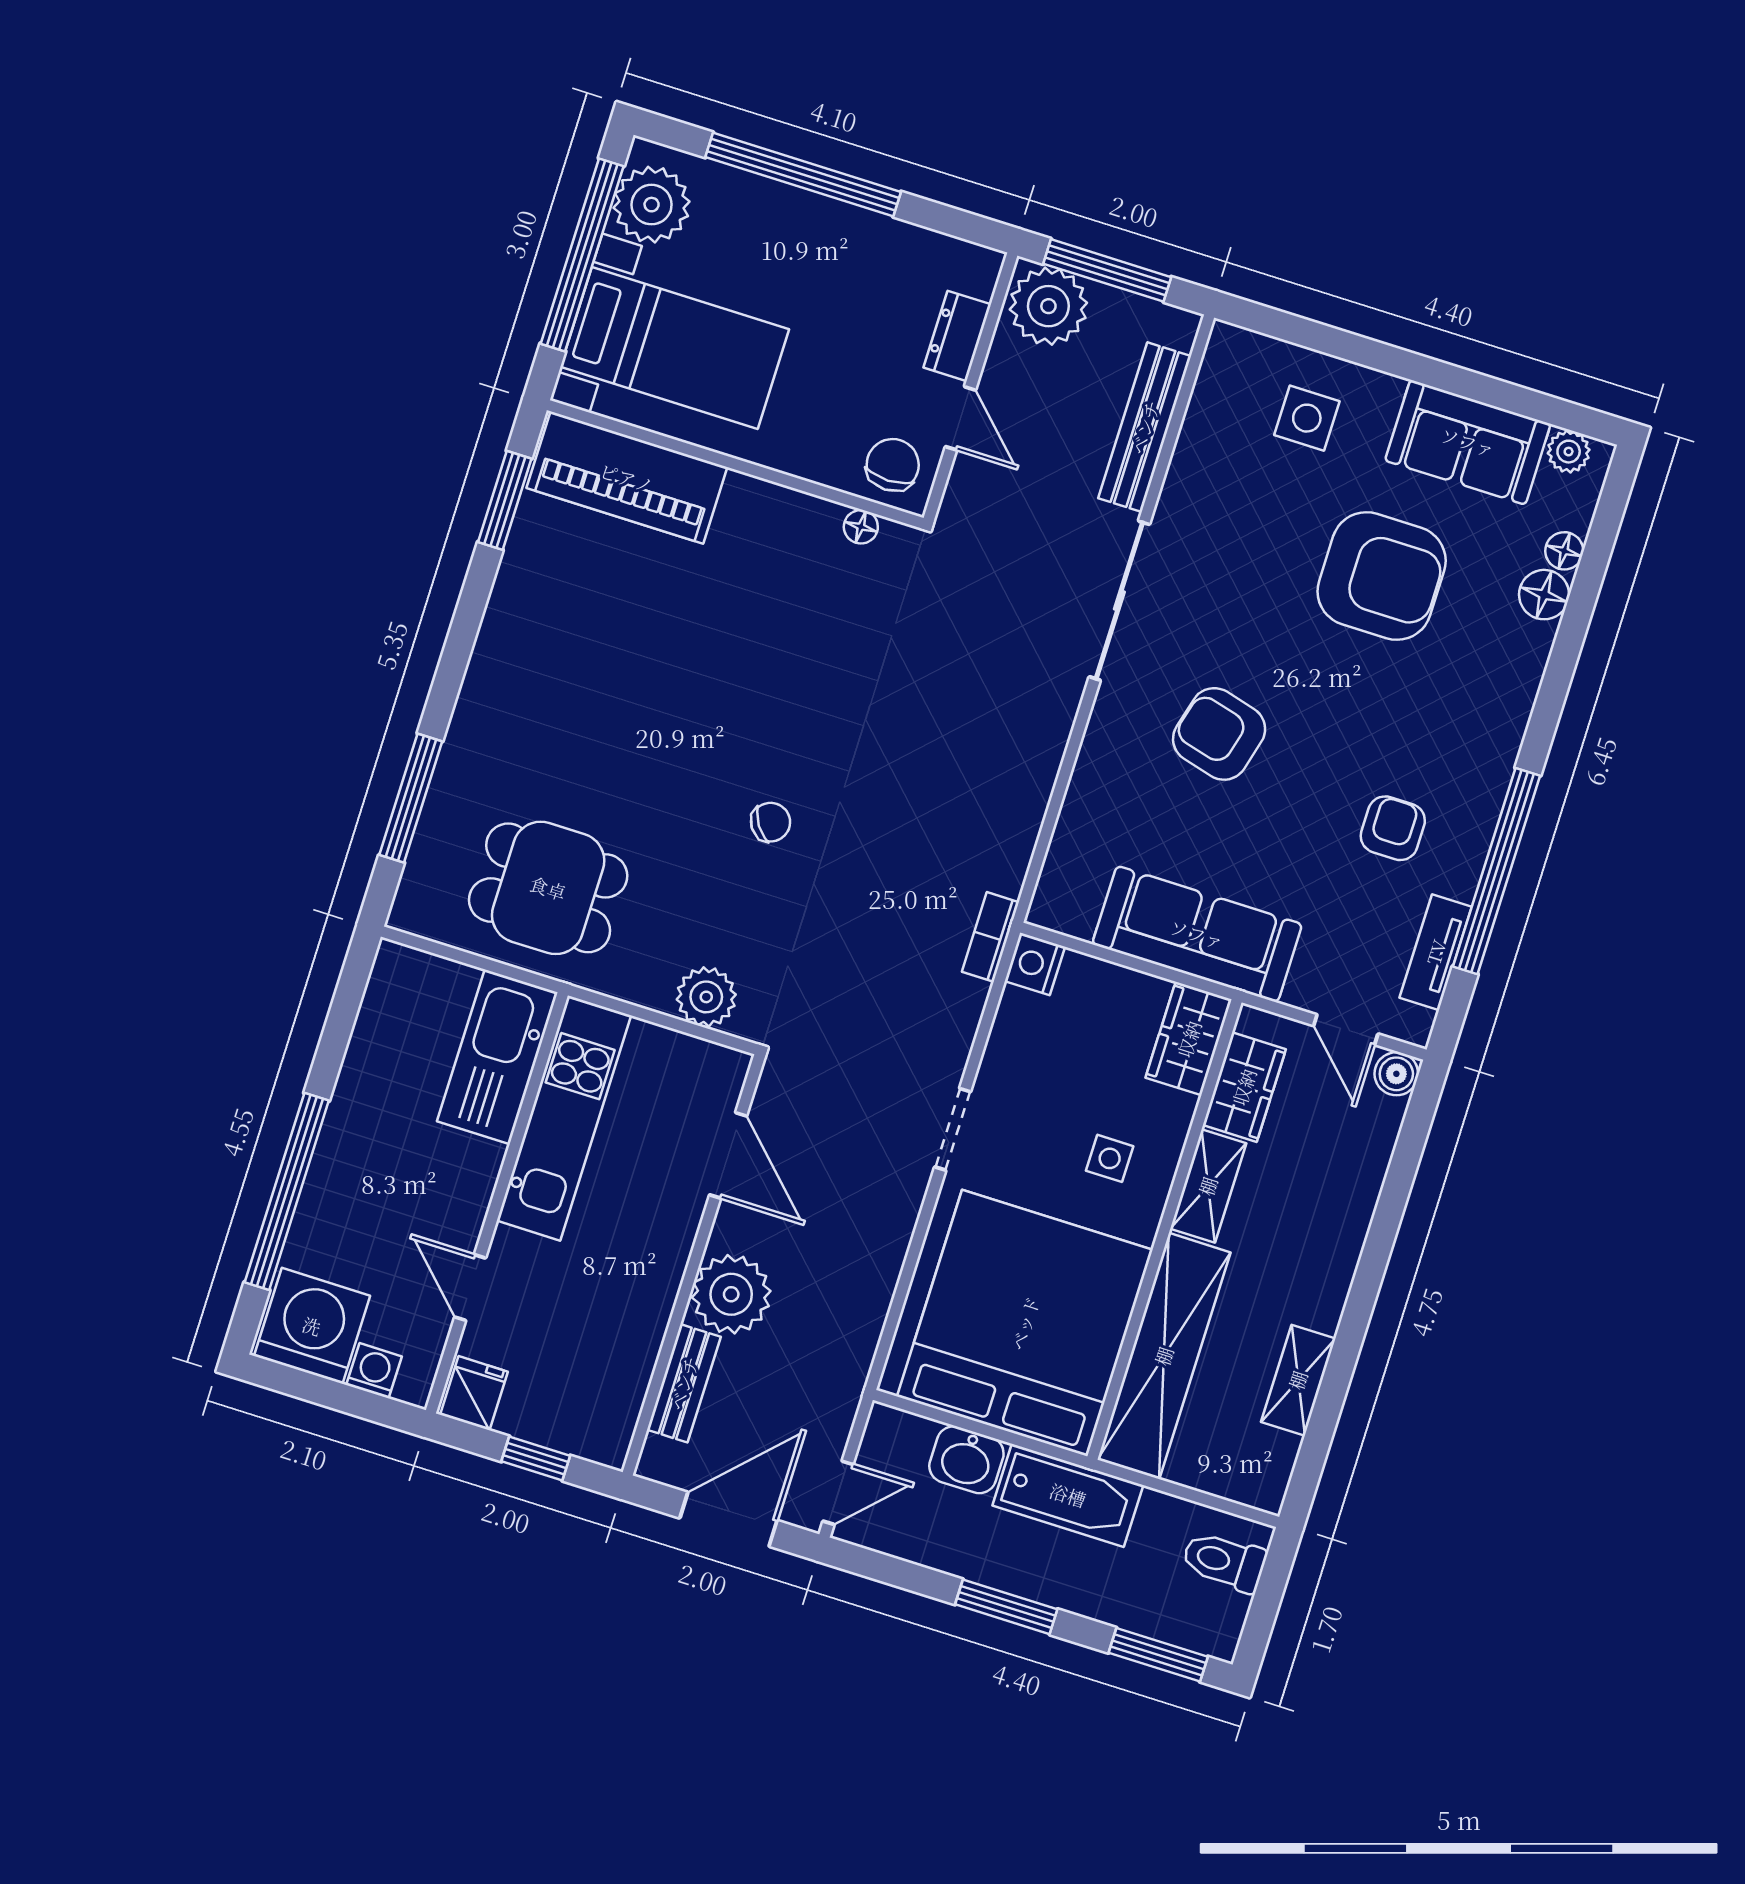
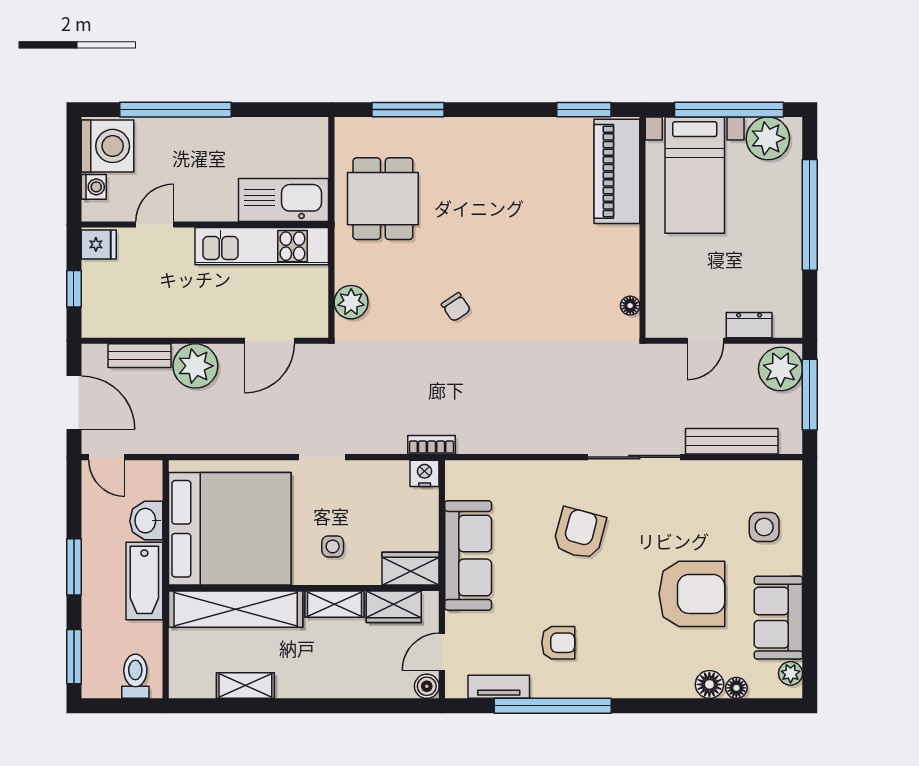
chair: (893, 465) -> (669, 312), removed
armchair: (1382, 576) -> (692, 594), turned -90

